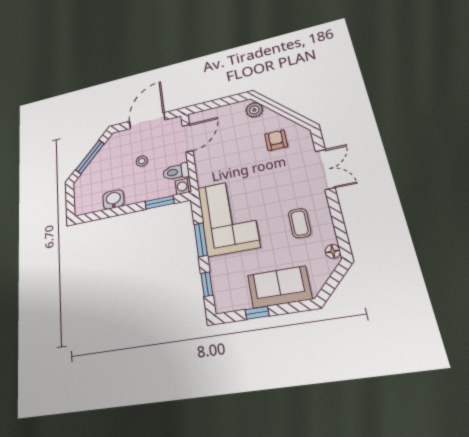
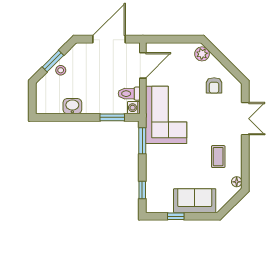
armchair: (276, 140) -> (214, 85), turned 180
window: (90, 157) -> (53, 61), width x0.69
stool: (142, 161) -> (61, 70), moved
corner sofa: (228, 217) -> (166, 115), moved
window: (201, 240) -> (142, 141), moved

